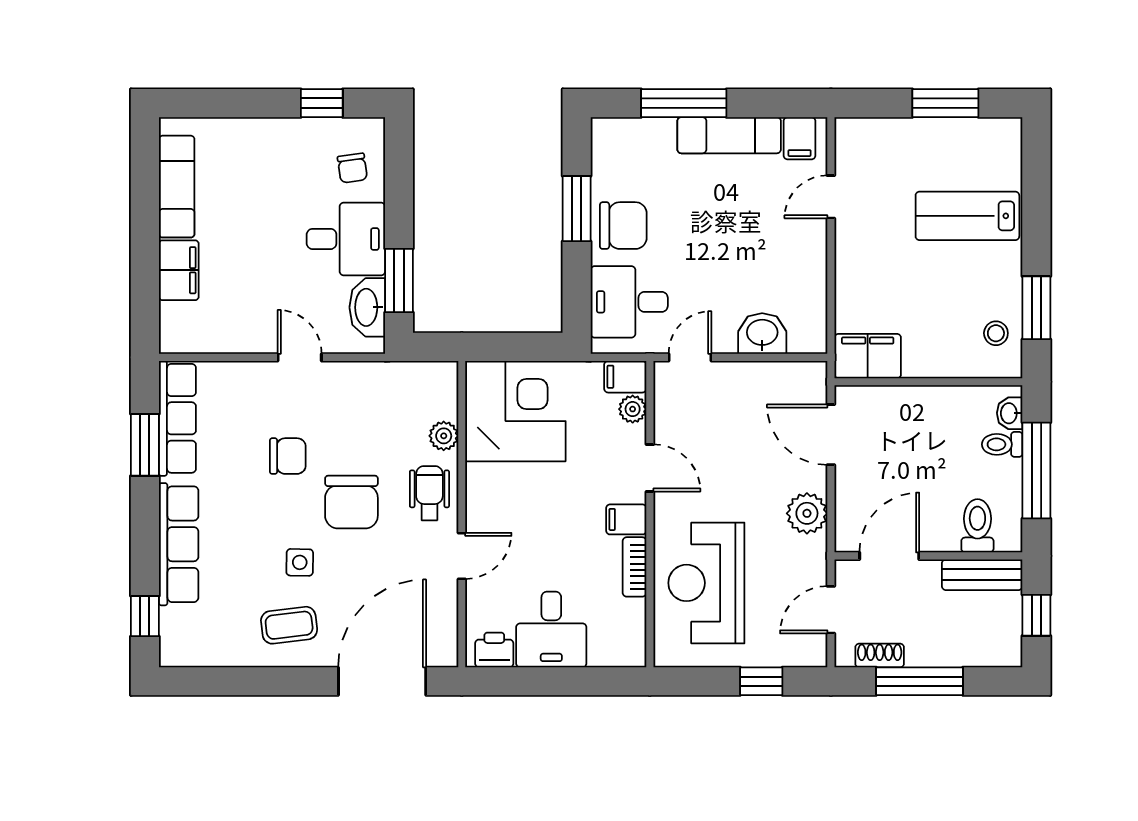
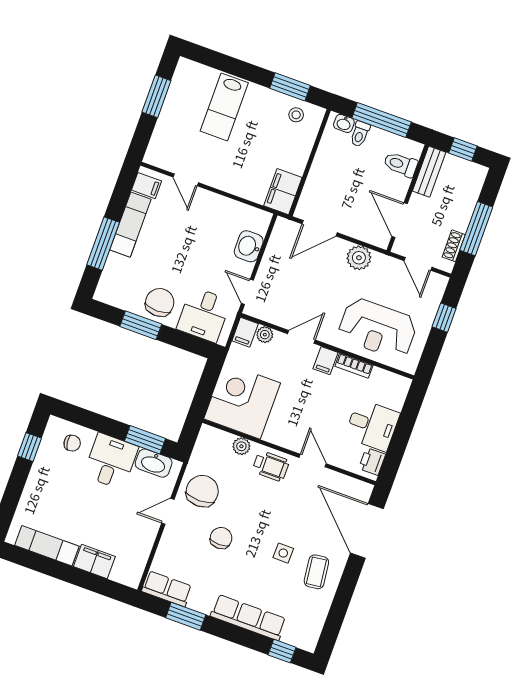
row of seats: (177, 418) -> (167, 589), width x0.68
wheelchair: (429, 493) -> (271, 466), turned 180
chair: (351, 502) -> (202, 491), moved, turned -90

